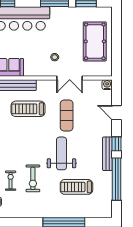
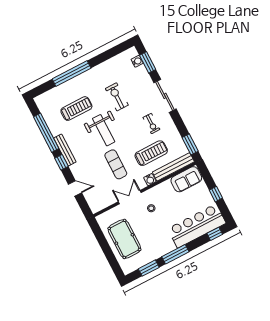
water cooler: (107, 85) -> (150, 180), moved
exercise bike: (11, 181) -> (151, 123), moved

